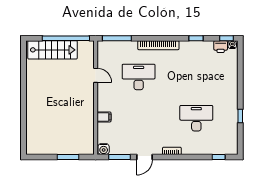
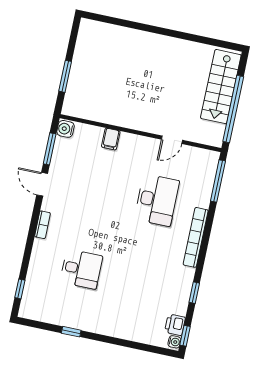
desk: (196, 118) -> (81, 269), width x0.73

